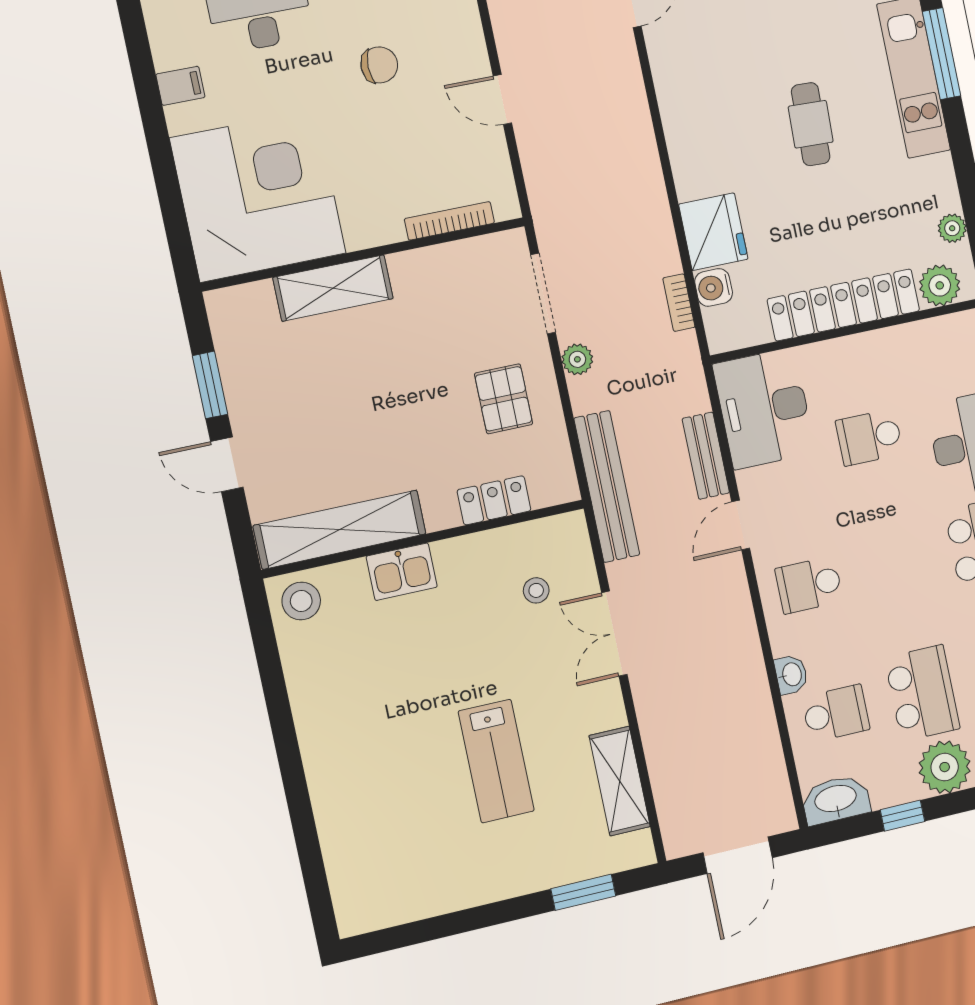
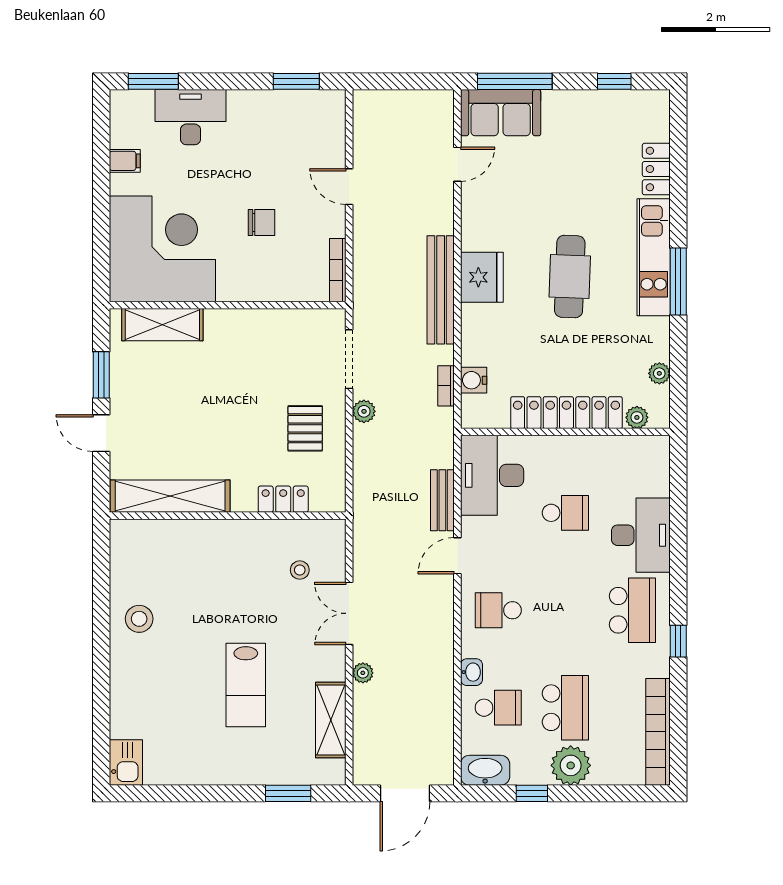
window: (942, 54) -> (678, 281), moved
chair: (379, 65) -> (262, 223), moved
door: (502, 99) -> (349, 187), moved
cafe table: (811, 124) -> (570, 277), width x1.37, depth x1.35
bookcase: (449, 221) -> (338, 270), moved, turned -90
fridge: (713, 232) -> (482, 277), moved
plant: (940, 285) -> (637, 417), width x0.73, depth x0.73
shelving: (333, 288) -> (162, 325), moved
school desk: (869, 437) -> (565, 513), turned 180
bench: (607, 486) -> (441, 290), moved
kitchen sink: (402, 572) -> (126, 762), moved, turned -90
stool: (301, 601) -> (139, 619), moved
plant: (649, 708) -> (363, 673), added

